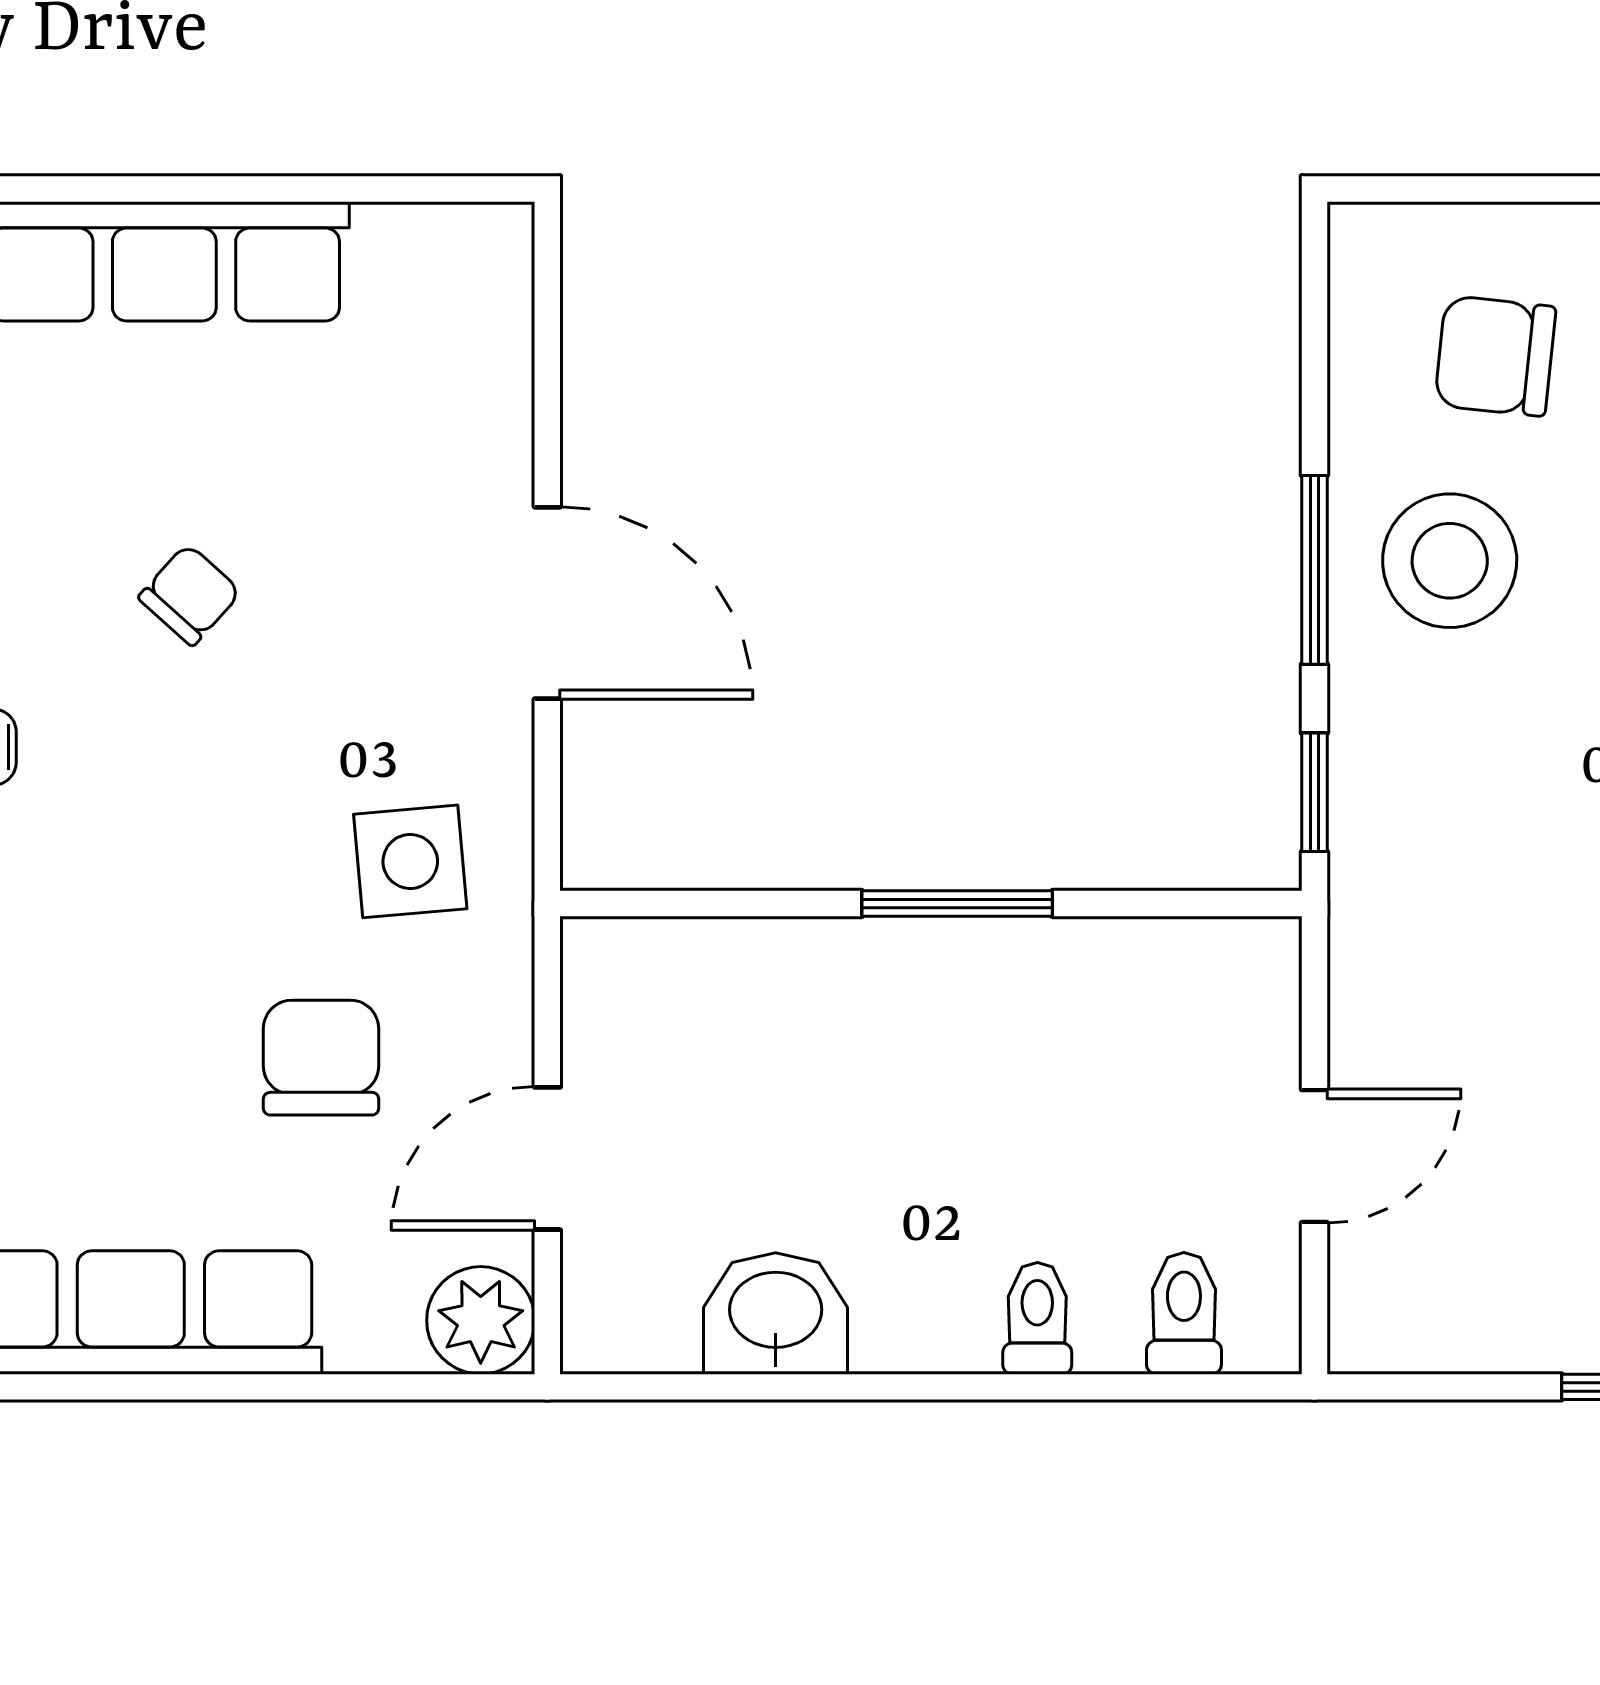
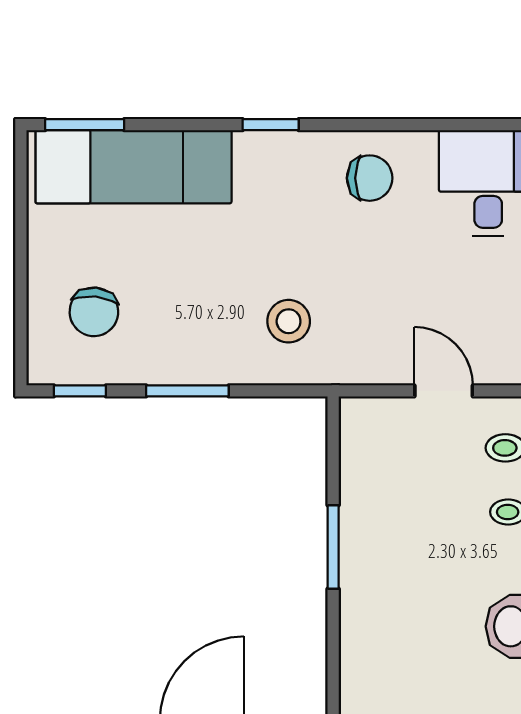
stool: (1450, 561) -> (289, 321), moved, width x0.73, depth x0.73
window: (1314, 792) -> (80, 391), moved

